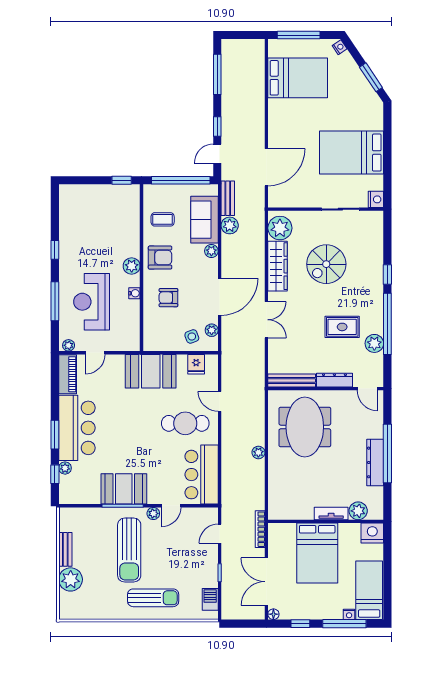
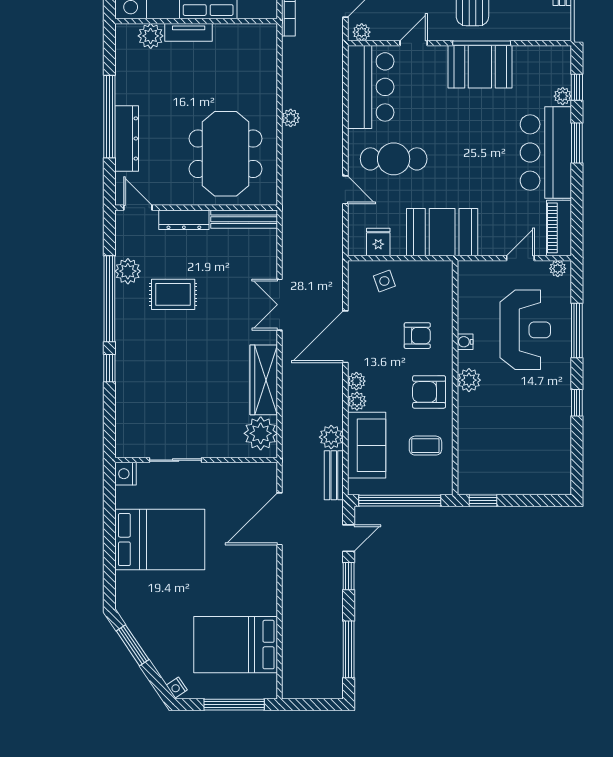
spiral stairs: (326, 264) -> (195, 383), removed
plant: (212, 330) -> (356, 381), moved
dresser: (375, 462) -> (127, 138), moved
plant: (153, 513) -> (362, 32), moved

